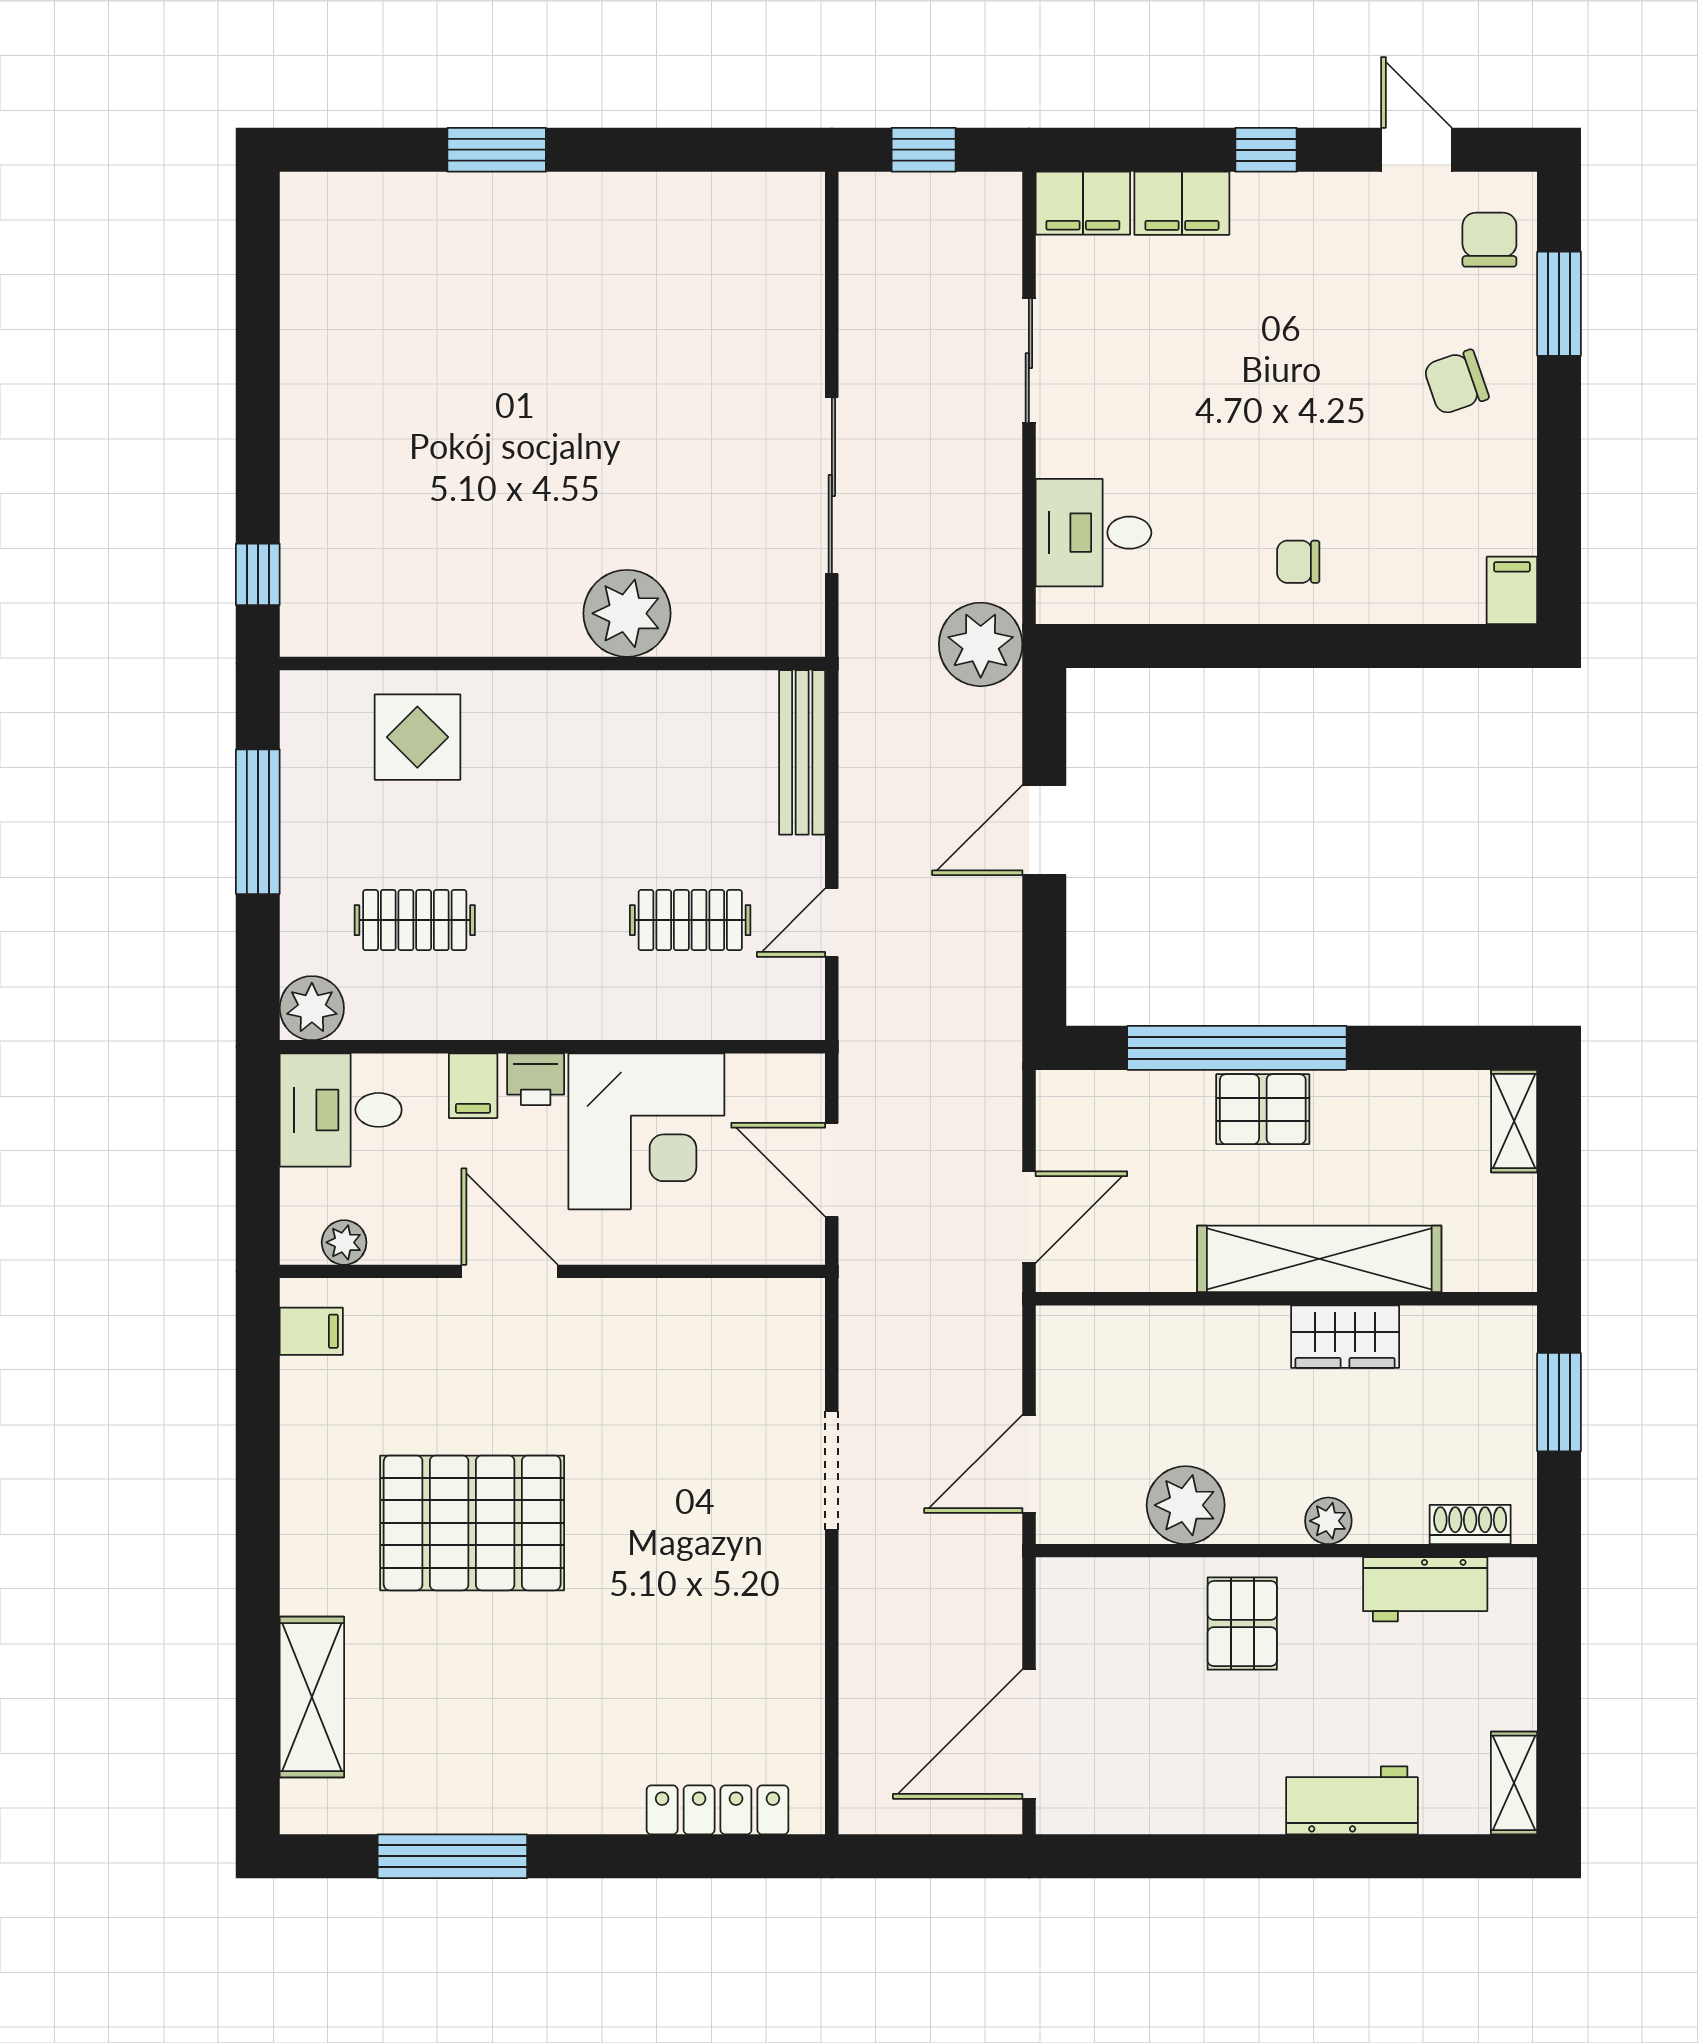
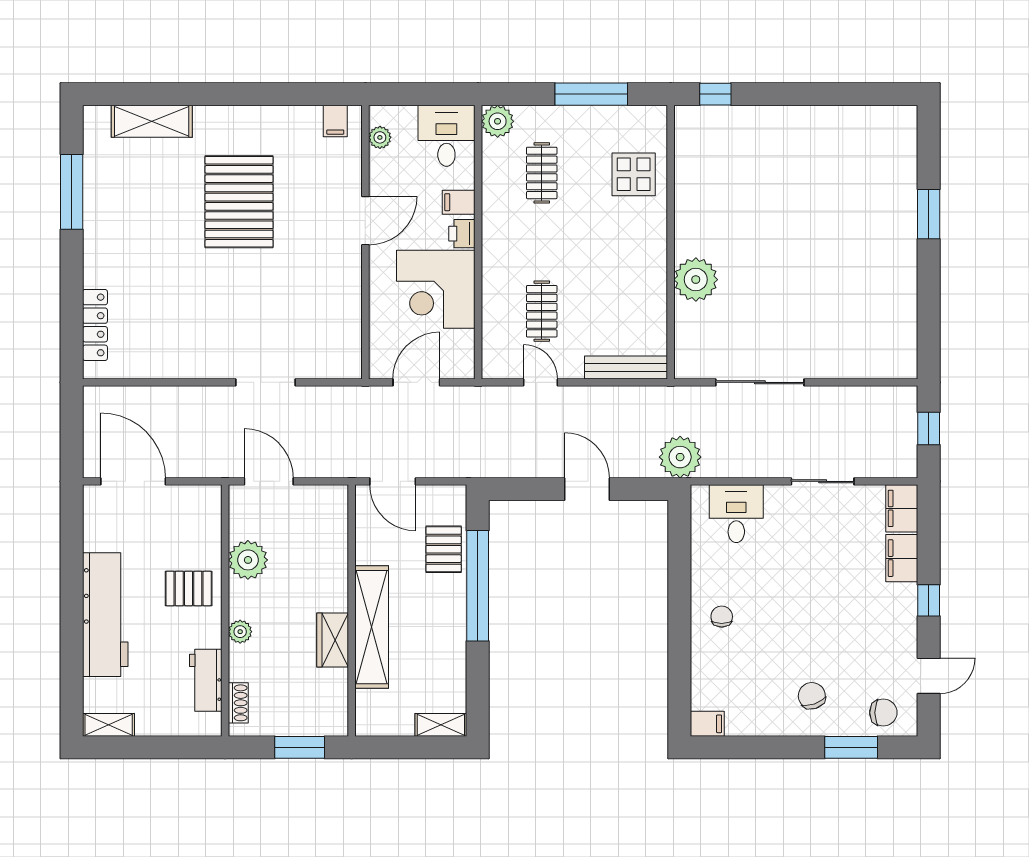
pallet: (1263, 1109) -> (444, 549), moved
workbench: (1352, 1800) -> (105, 615), width x1.88, depth x1.32

